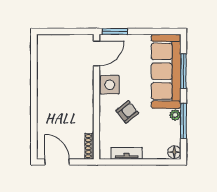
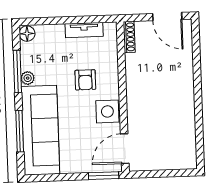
armchair: (127, 112) -> (85, 80), turned -51

